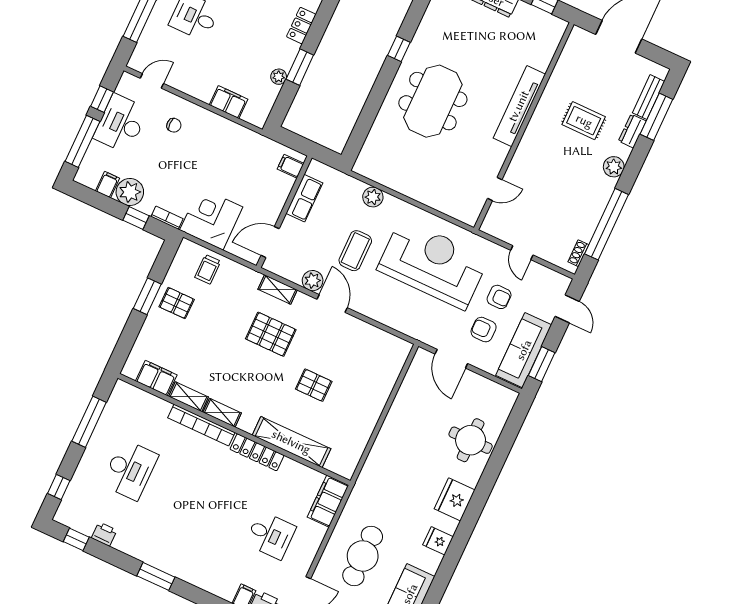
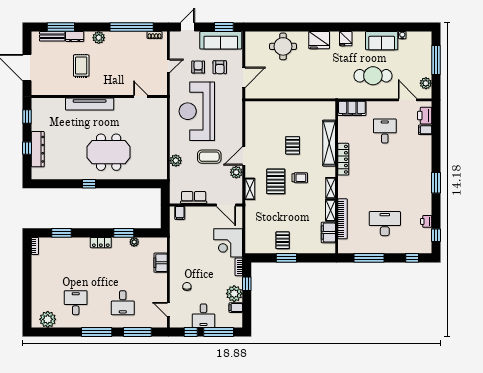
desk: (121, 124) -> (203, 316), width x0.73
trolley: (208, 269) -> (300, 178), moved
bookcase: (201, 425) -> (343, 219), moved

